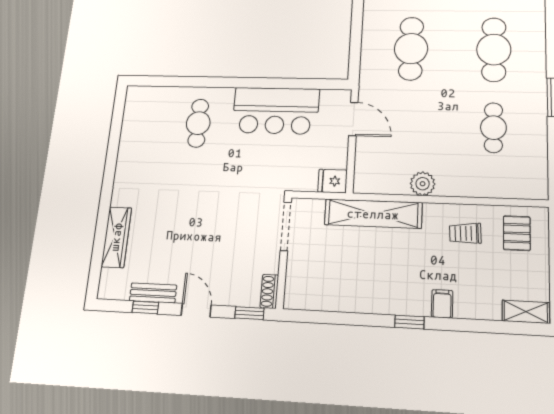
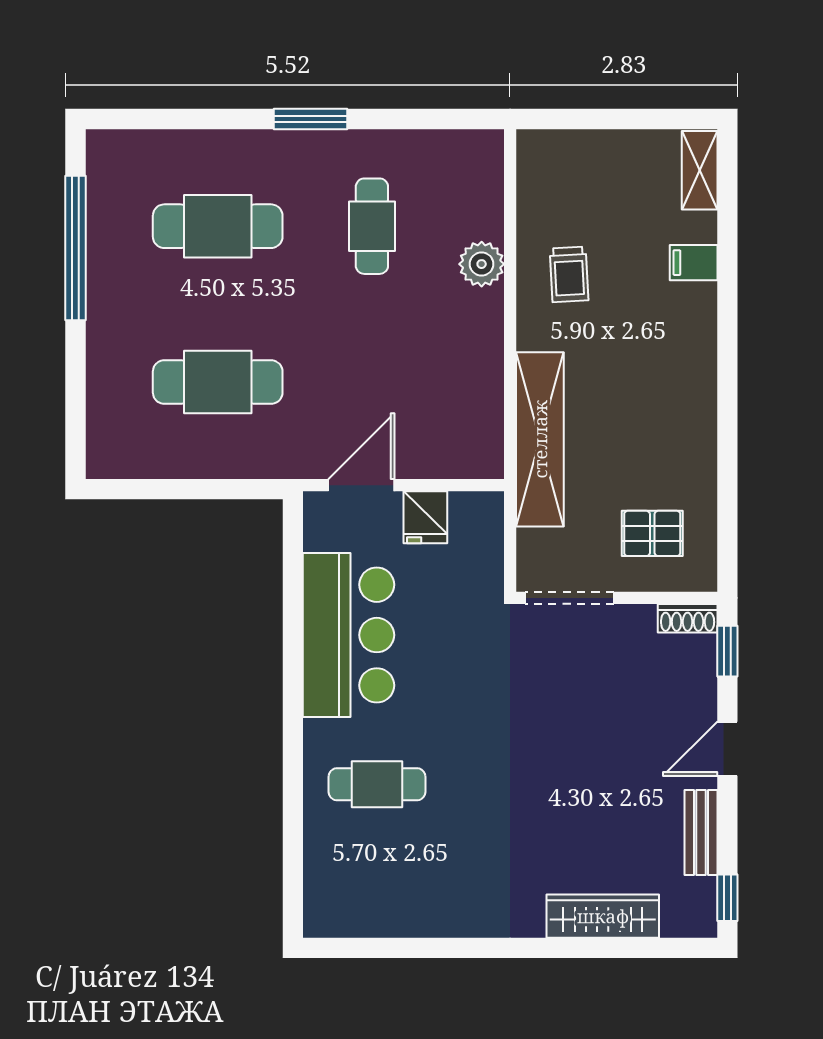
cafe table: (493, 128) -> (372, 226), turned 90
fridge: (333, 181) -> (425, 517), moved
plant: (423, 184) -> (482, 264), moved
pallet: (517, 233) -> (652, 533), moved
filing cabinet: (442, 304) -> (694, 263), moved
window: (145, 307) -> (727, 898), moved
window: (409, 322) -> (727, 368), removed

